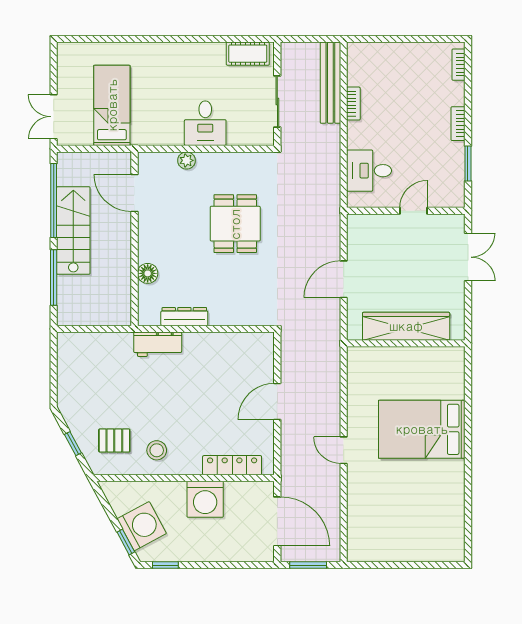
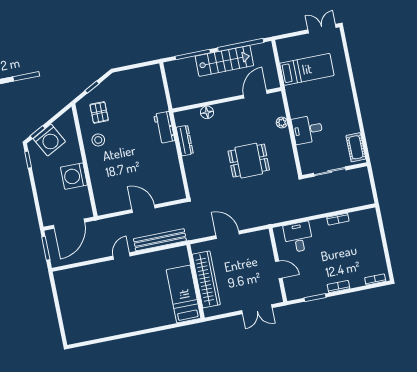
bench: (330, 83) -> (160, 240), moved
double door: (54, 117) -> (322, 29), moved
bed: (422, 429) -> (184, 294), moved, width x0.67
locker: (232, 465) -> (98, 189), removed

